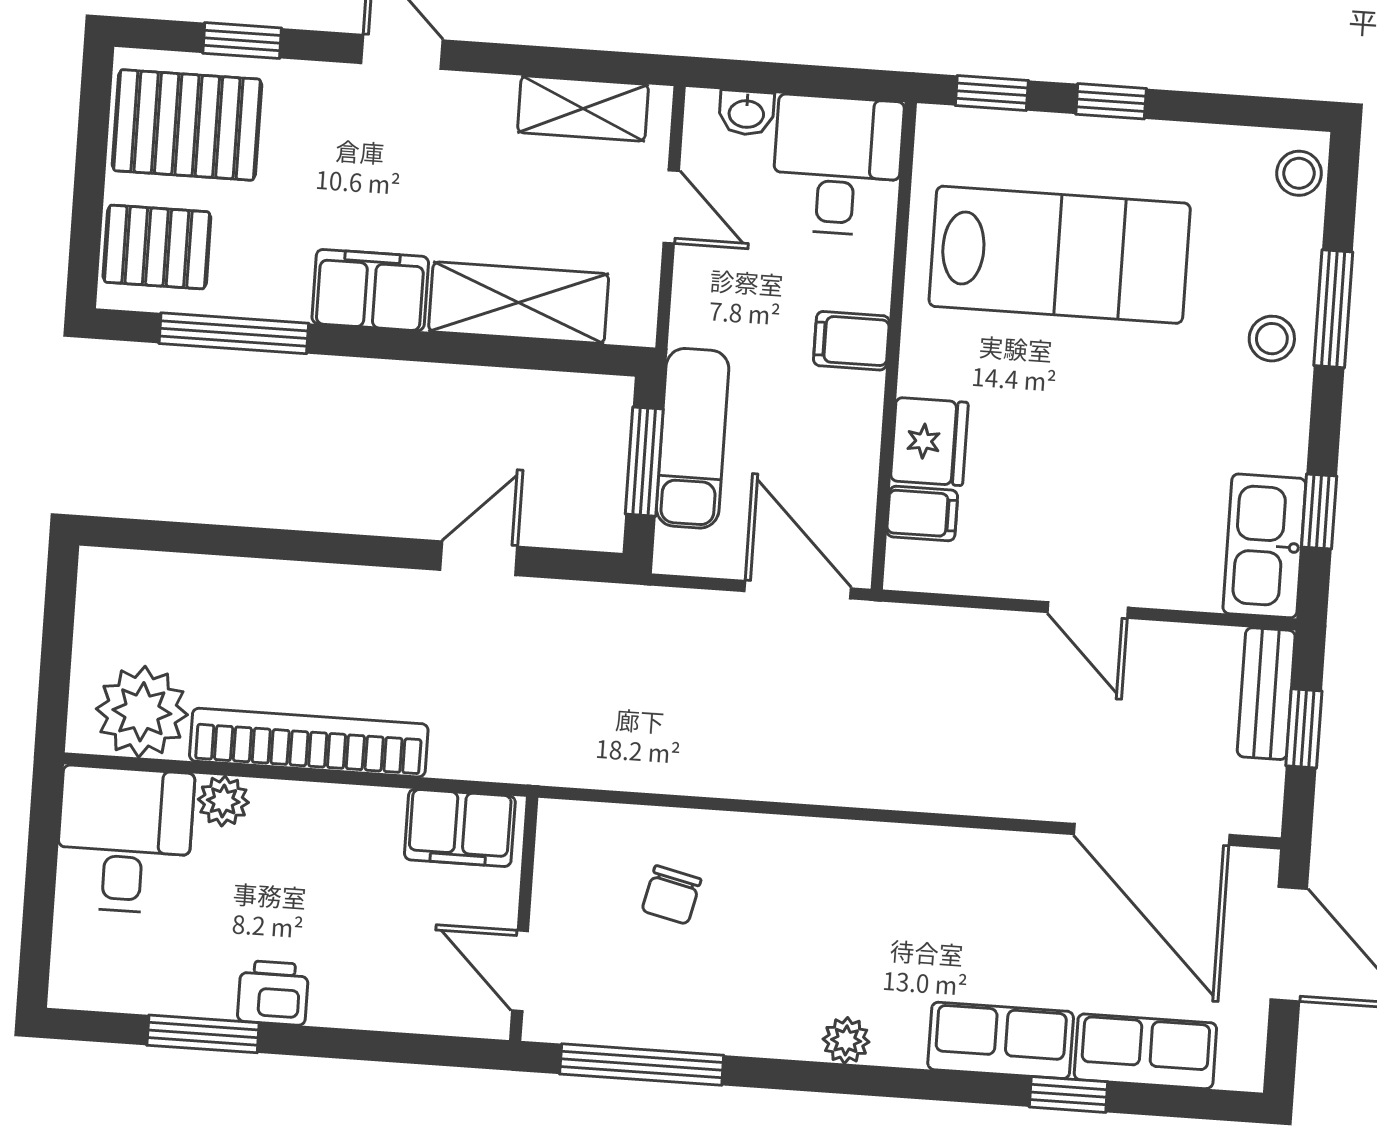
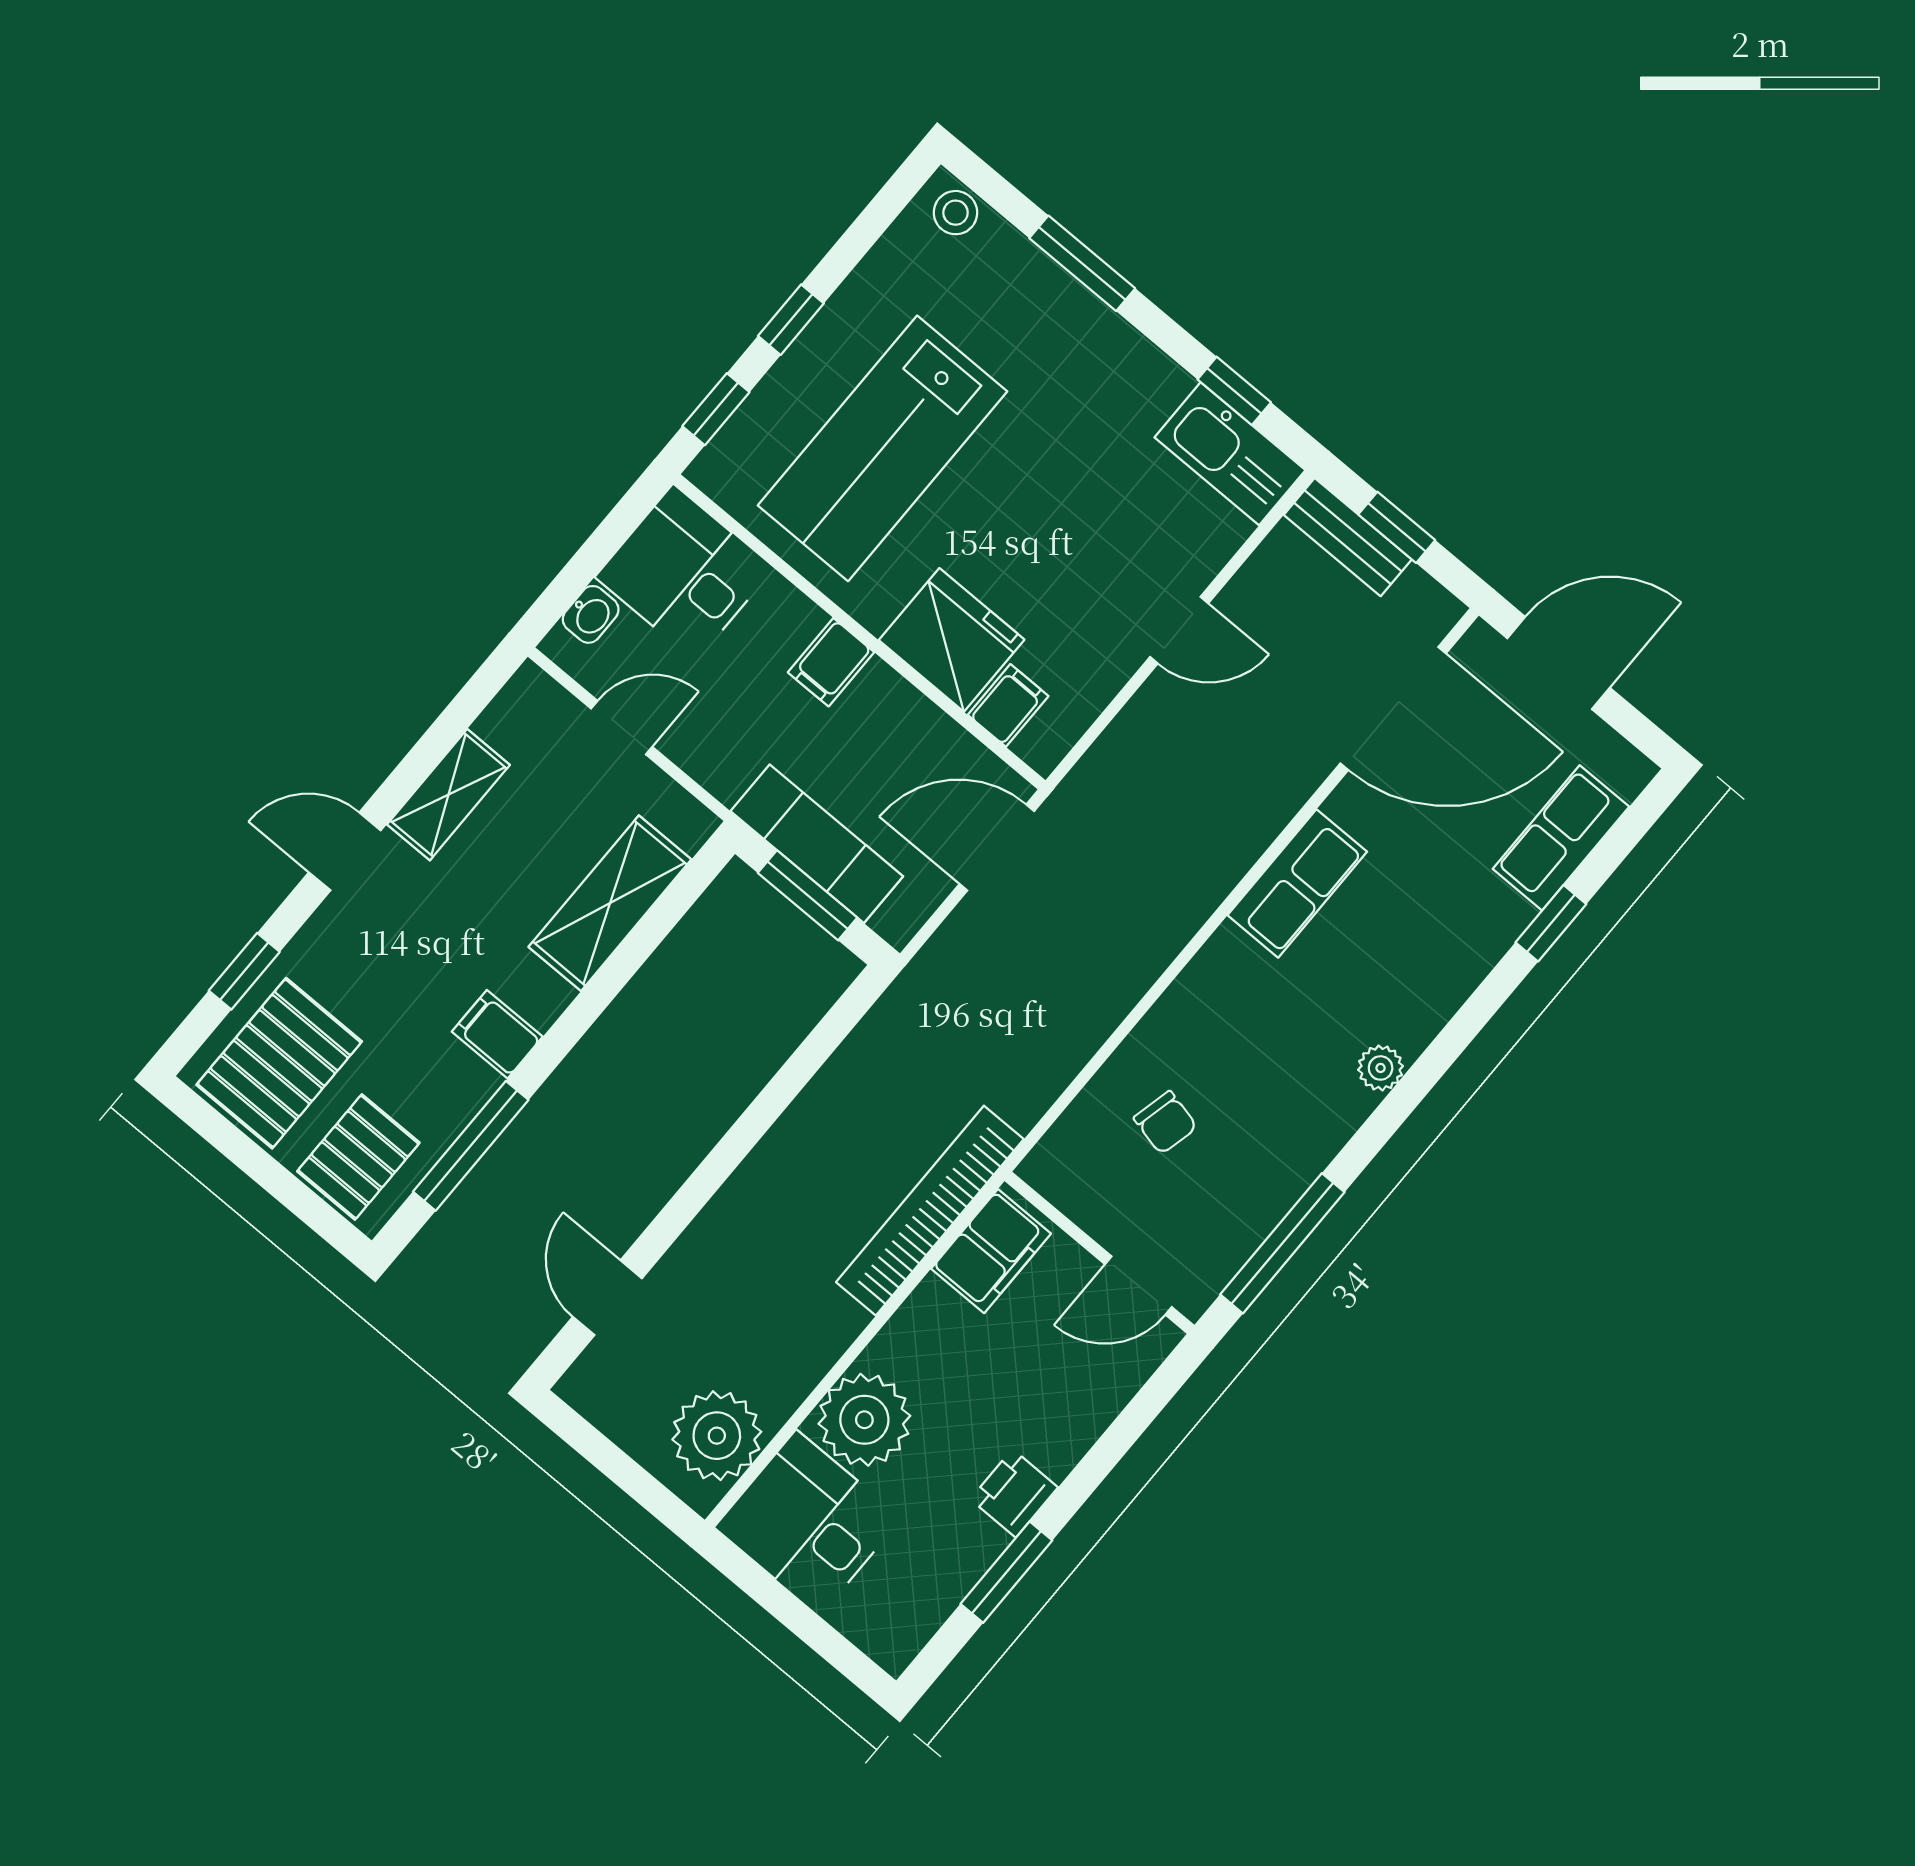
shelving: (583, 108) -> (448, 795), moved
lab bench: (1060, 255) -> (883, 448), turned 180
filing cabinet: (370, 290) -> (497, 1034), width x0.50
stool: (1272, 339) -> (1071, 329), removed
fridge: (929, 442) -> (952, 640), width x1.36, depth x1.34
door: (479, 558) -> (607, 1298), moved
bookcase: (309, 743) -> (930, 1211), moved
plant: (223, 801) -> (864, 1420), width x1.87, depth x1.87
row of seats: (1001, 1040) -> (1297, 883), moved, turned 180

